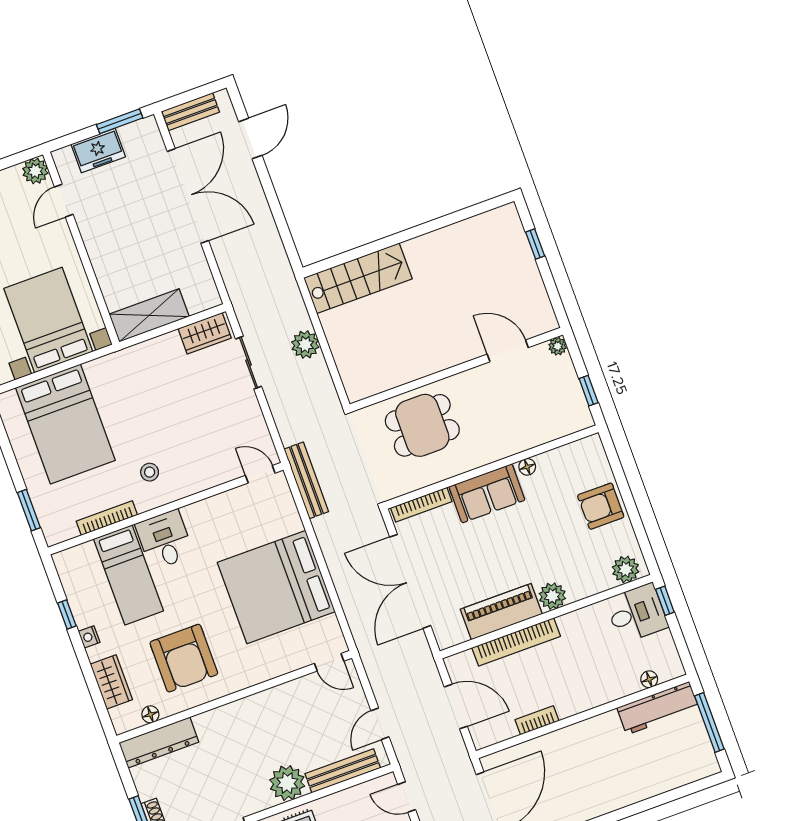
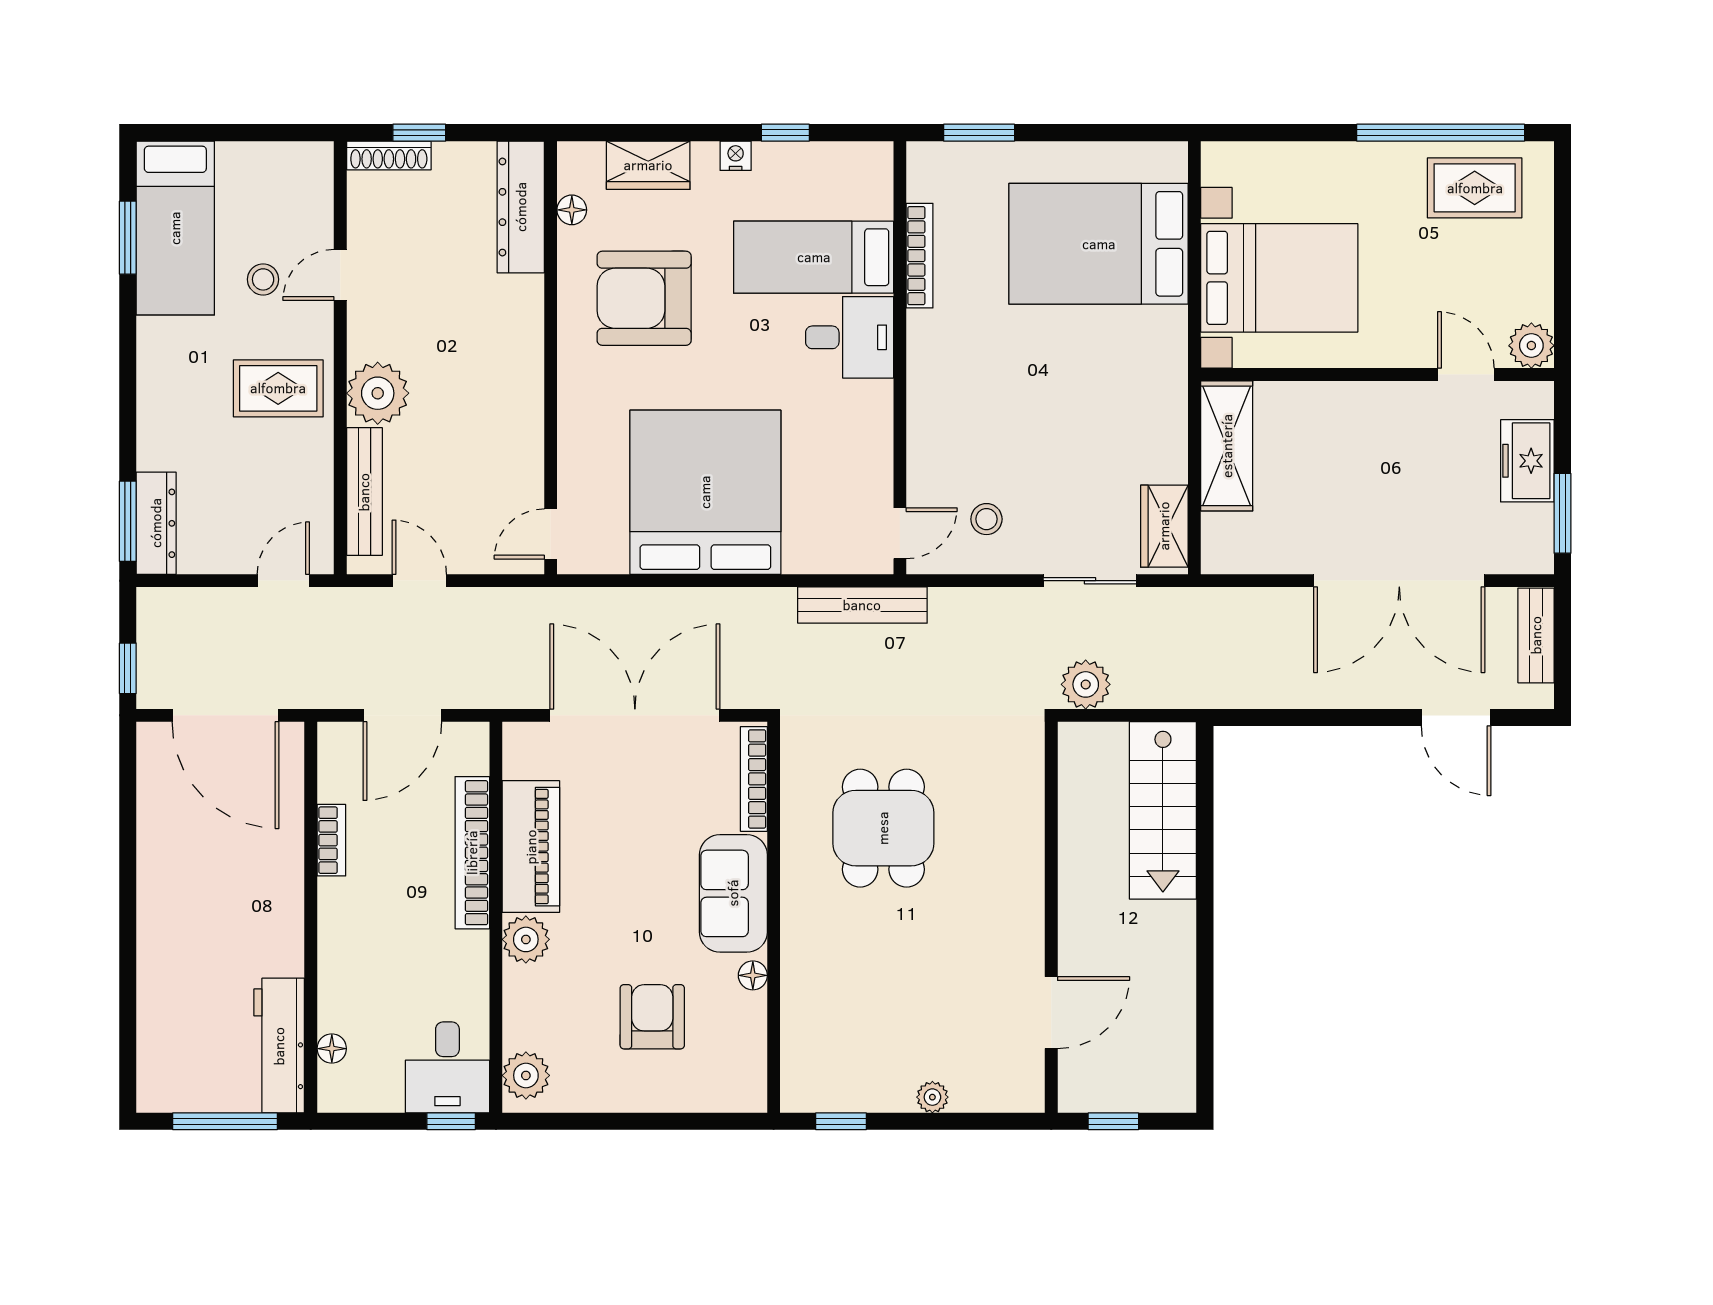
door: (508, 351) -> (1051, 1013), moved
wall: (456, 370) -> (1051, 917), moved
stool: (150, 472) -> (986, 519), moved
armchair: (601, 506) -> (652, 1017), moved

